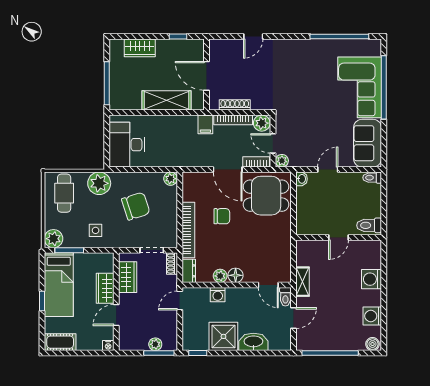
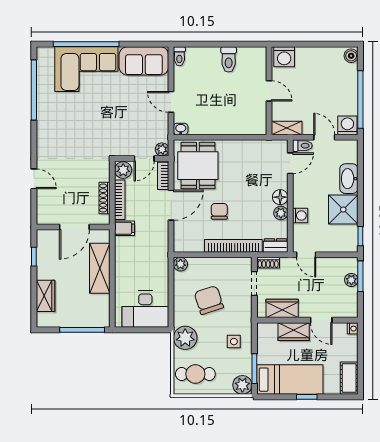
door: (339, 238) -> (269, 91), moved
wall: (339, 238) -> (269, 91), moved
washing machine: (372, 316) -> (347, 125), moved, turned 180

